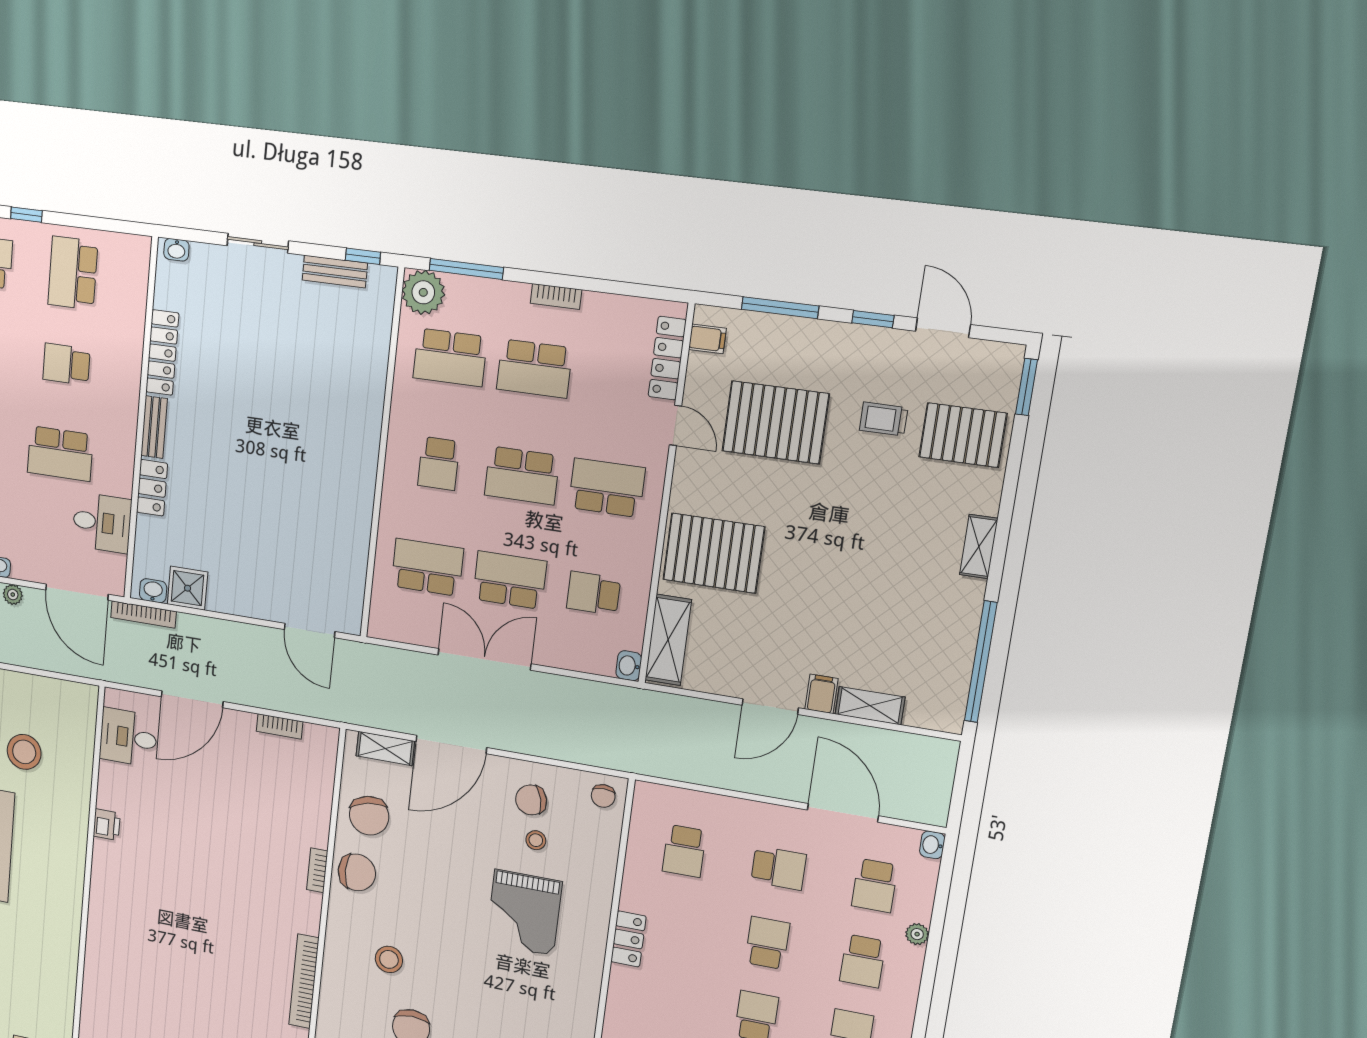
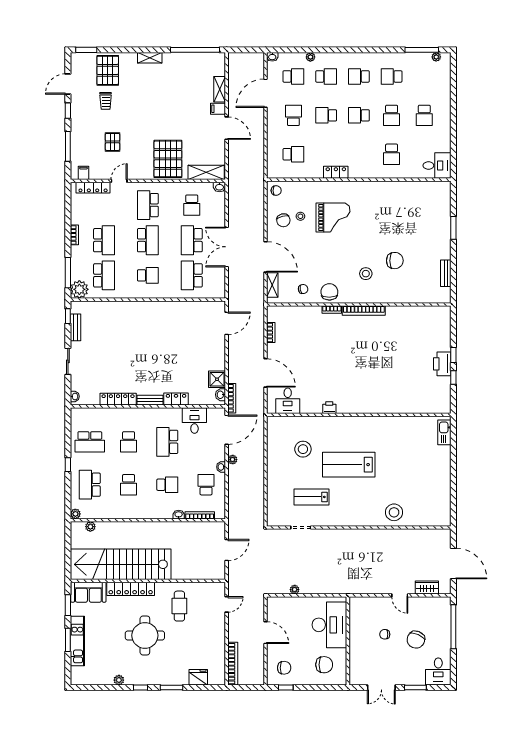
pallet: (776, 422) -> (113, 142), width x0.49, depth x0.50
school desk: (60, 454) -> (167, 442), turned 180
chair: (369, 816) -> (303, 289), width x0.54, depth x0.54
bookcase: (304, 981) -> (364, 311), moved

